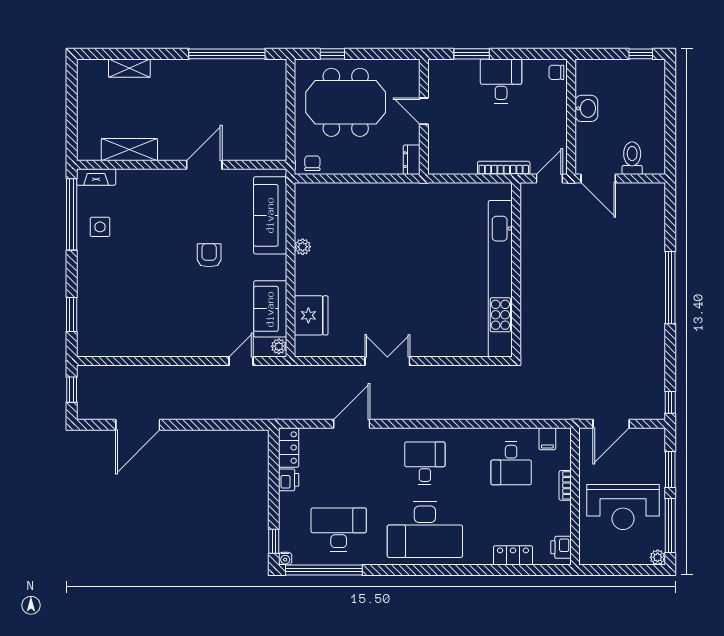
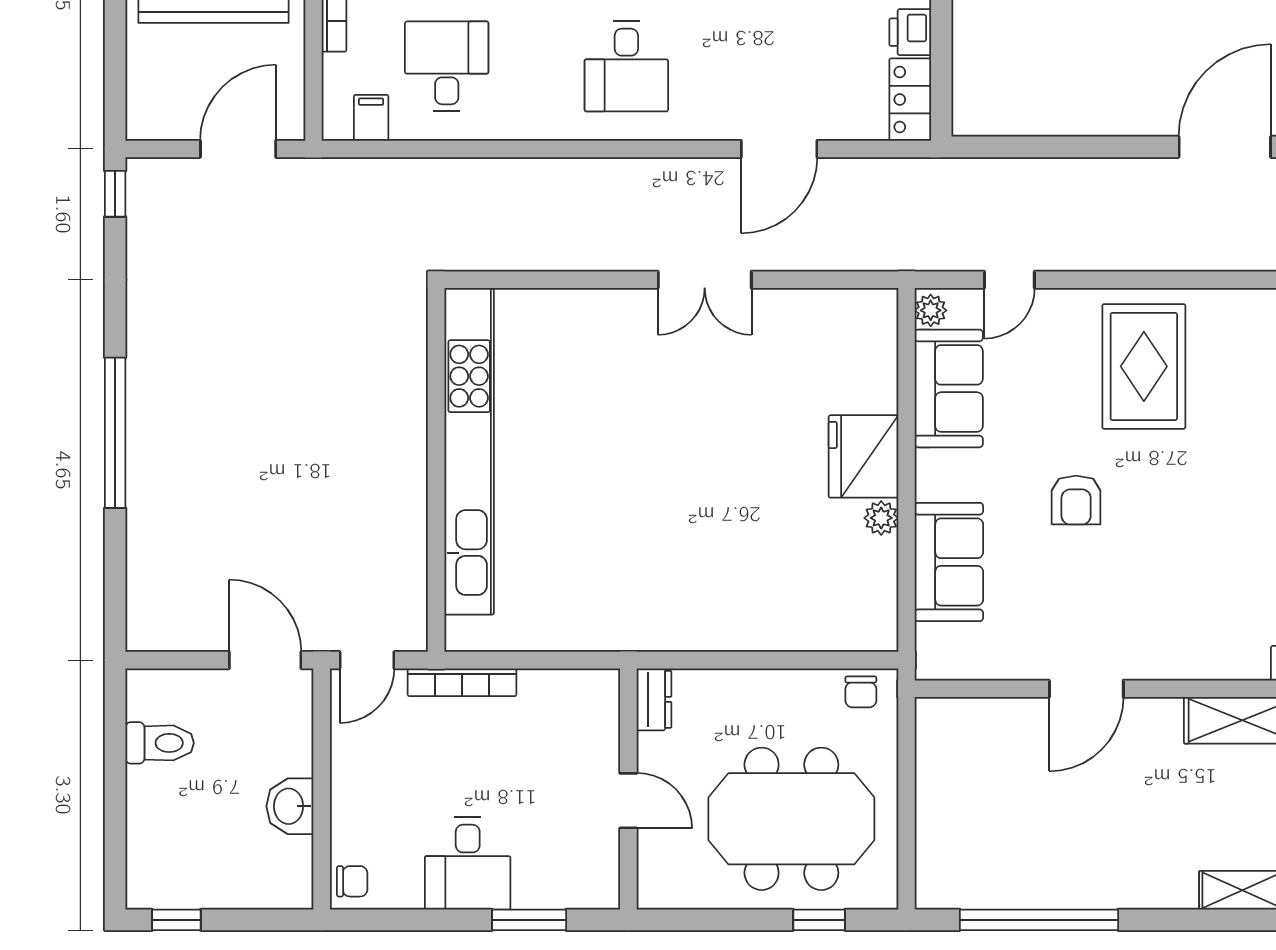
toilet: (632, 158) -> (160, 743), moved, turned -90
sofa: (270, 215) -> (949, 562), width x0.73
fridge: (311, 315) -> (863, 456), moved
rug: (177, 319) -> (1144, 366), added
window: (670, 470) -> (115, 54), removed

